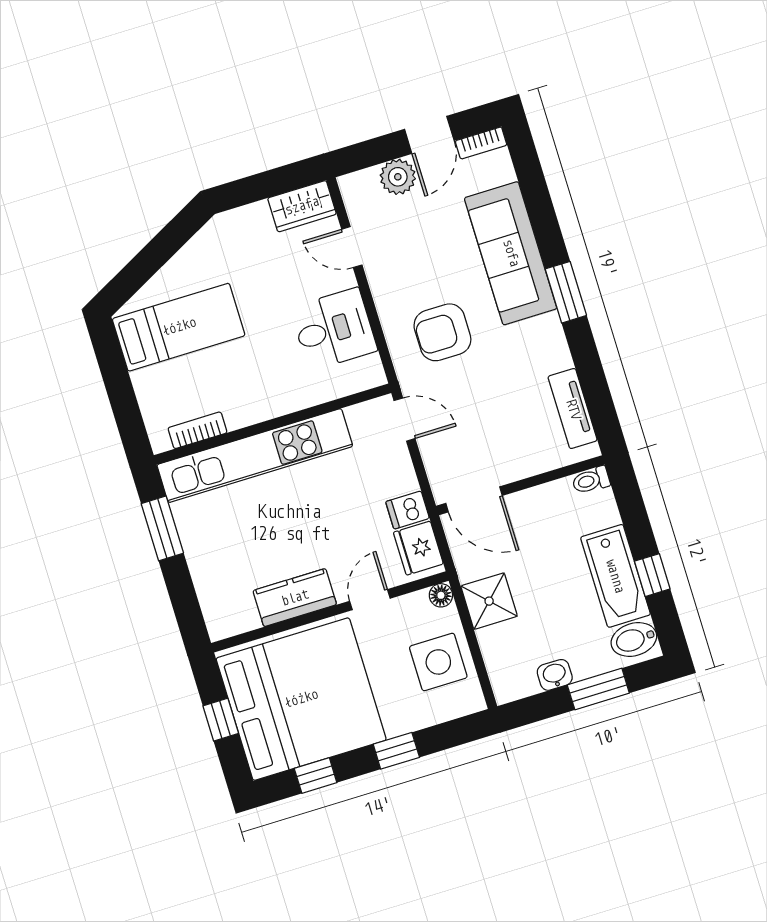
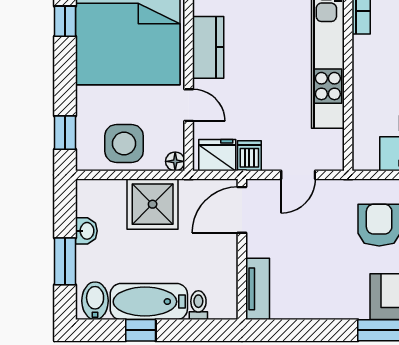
tv unit: (573, 409) -> (258, 289), moved, turned 90
door: (405, 420) -> (298, 175), moved
toilet: (591, 480) -> (198, 305), moved
shower: (489, 601) -> (153, 204), width x1.36, depth x1.36
window: (396, 751) -> (65, 133), moved

